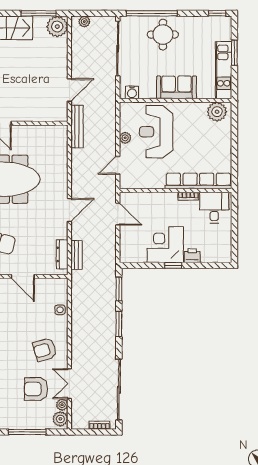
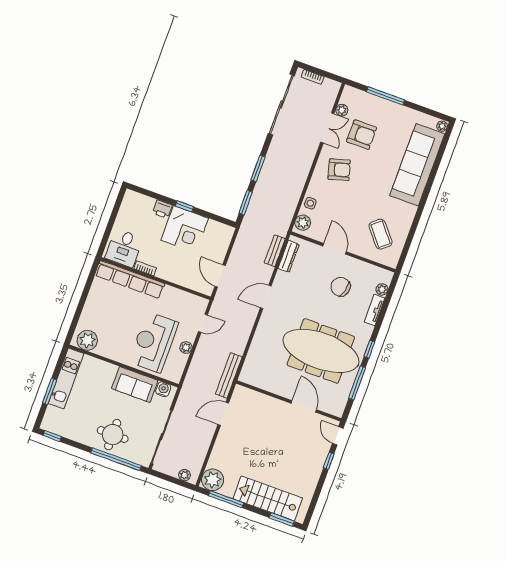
sofa: (177, 87) -> (135, 384), moved
reception desk: (156, 132) -> (154, 342), turned 180
plant: (60, 419) -> (303, 223), moved

